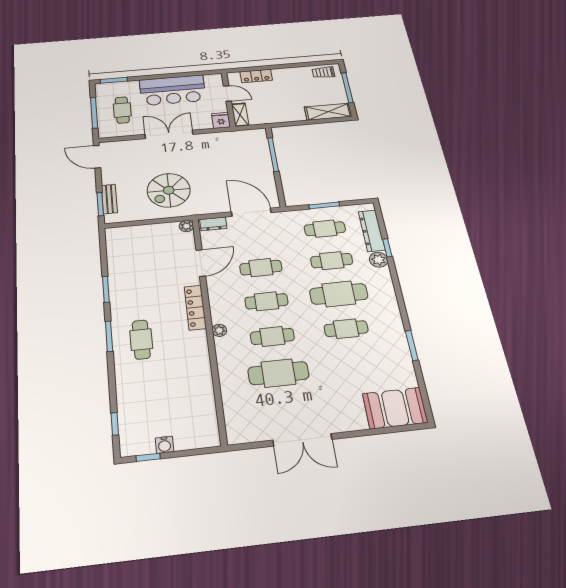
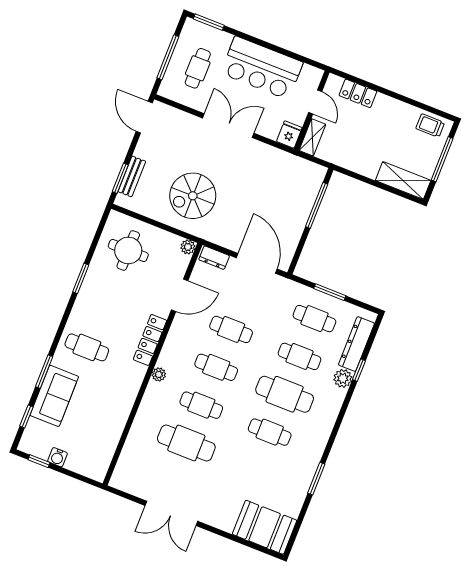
round table: (136, 251) -> (128, 250), added
window: (109, 336) -> (44, 372), moved
cafe table: (141, 340) -> (87, 347), turned 90
sofa: (132, 393) -> (54, 396), added

